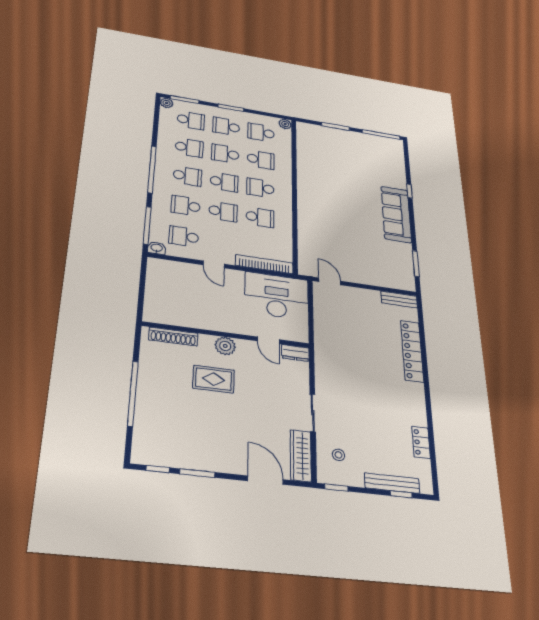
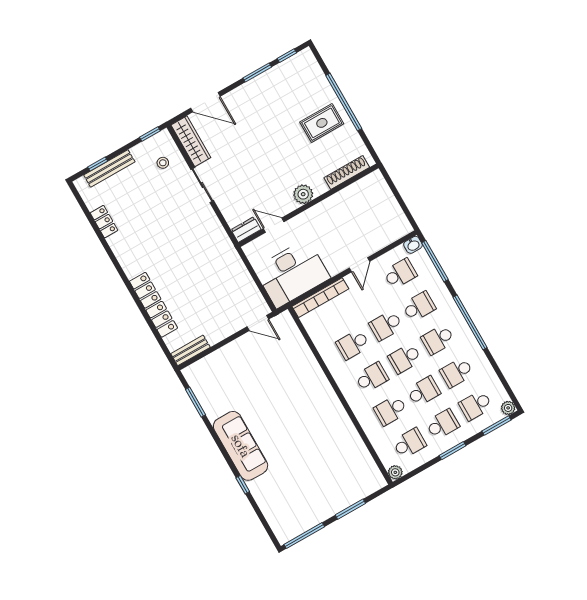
door: (214, 264) -> (360, 265), swing flipped
rug: (214, 379) -> (322, 123), moved

